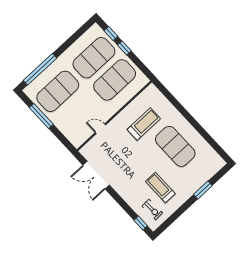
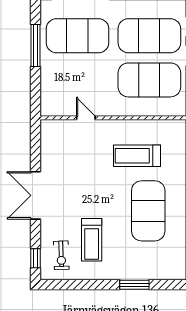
treadmill: (144, 124) -> (137, 156), turned 180
double door: (96, 175) -> (35, 195), moved
treadmill: (160, 187) -> (92, 240), turned 180

